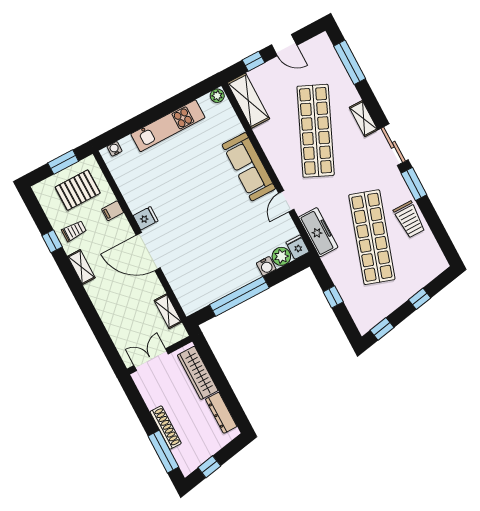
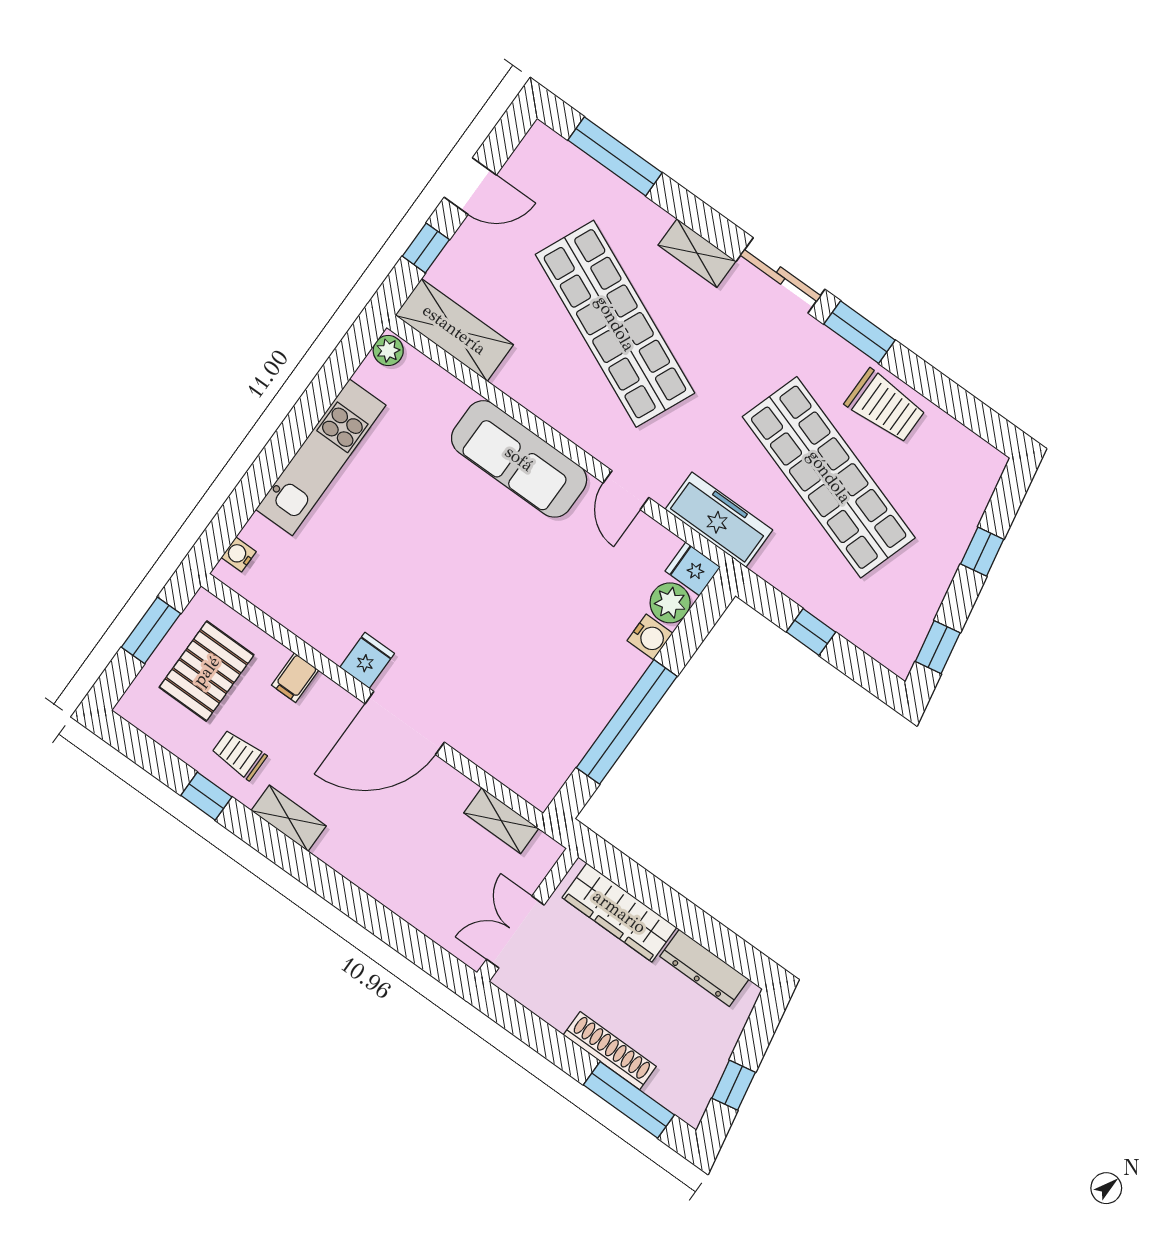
trolley: (74, 231) -> (239, 755), turned -90

